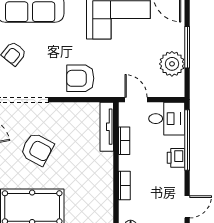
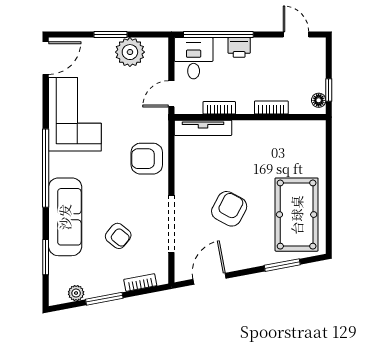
window: (187, 47) -> (111, 35), width x0.69
armchair: (80, 78) -> (147, 159), turned 90

